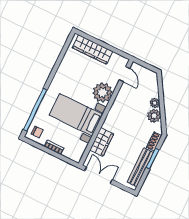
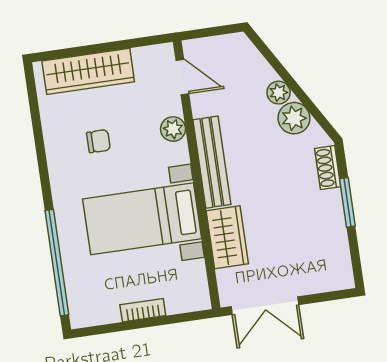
plant: (102, 93) -> (173, 129), width x0.53, depth x0.53
chair: (37, 132) -> (98, 141), moved
bench: (140, 167) -> (212, 162), moved
double door: (98, 175) -> (265, 306), swing flipped

